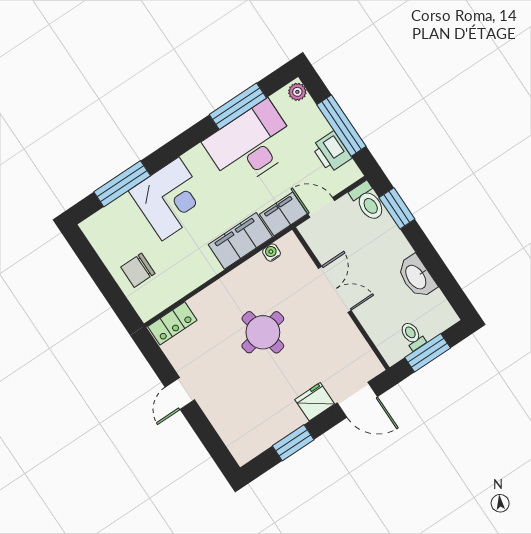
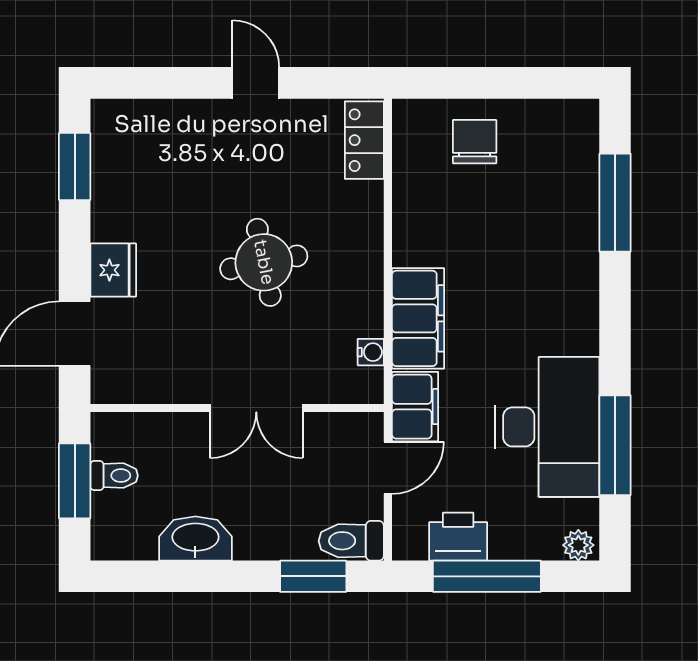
corner desk: (170, 199) -> (546, 258), removed
window: (293, 443) -> (75, 166), moved

